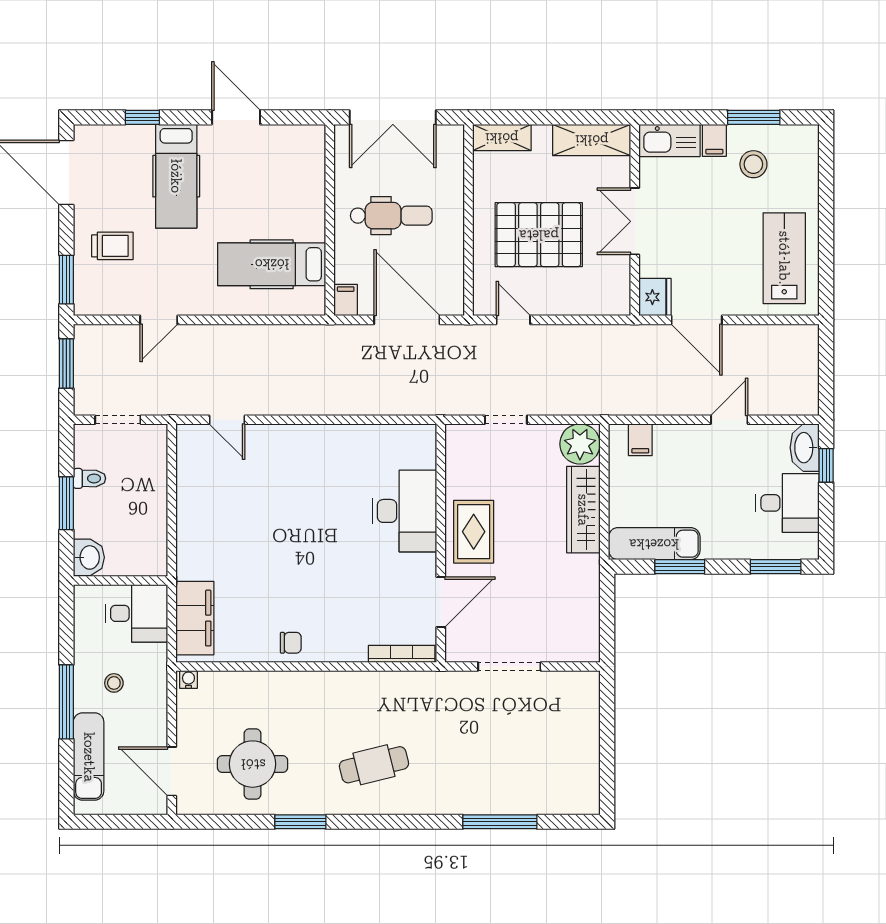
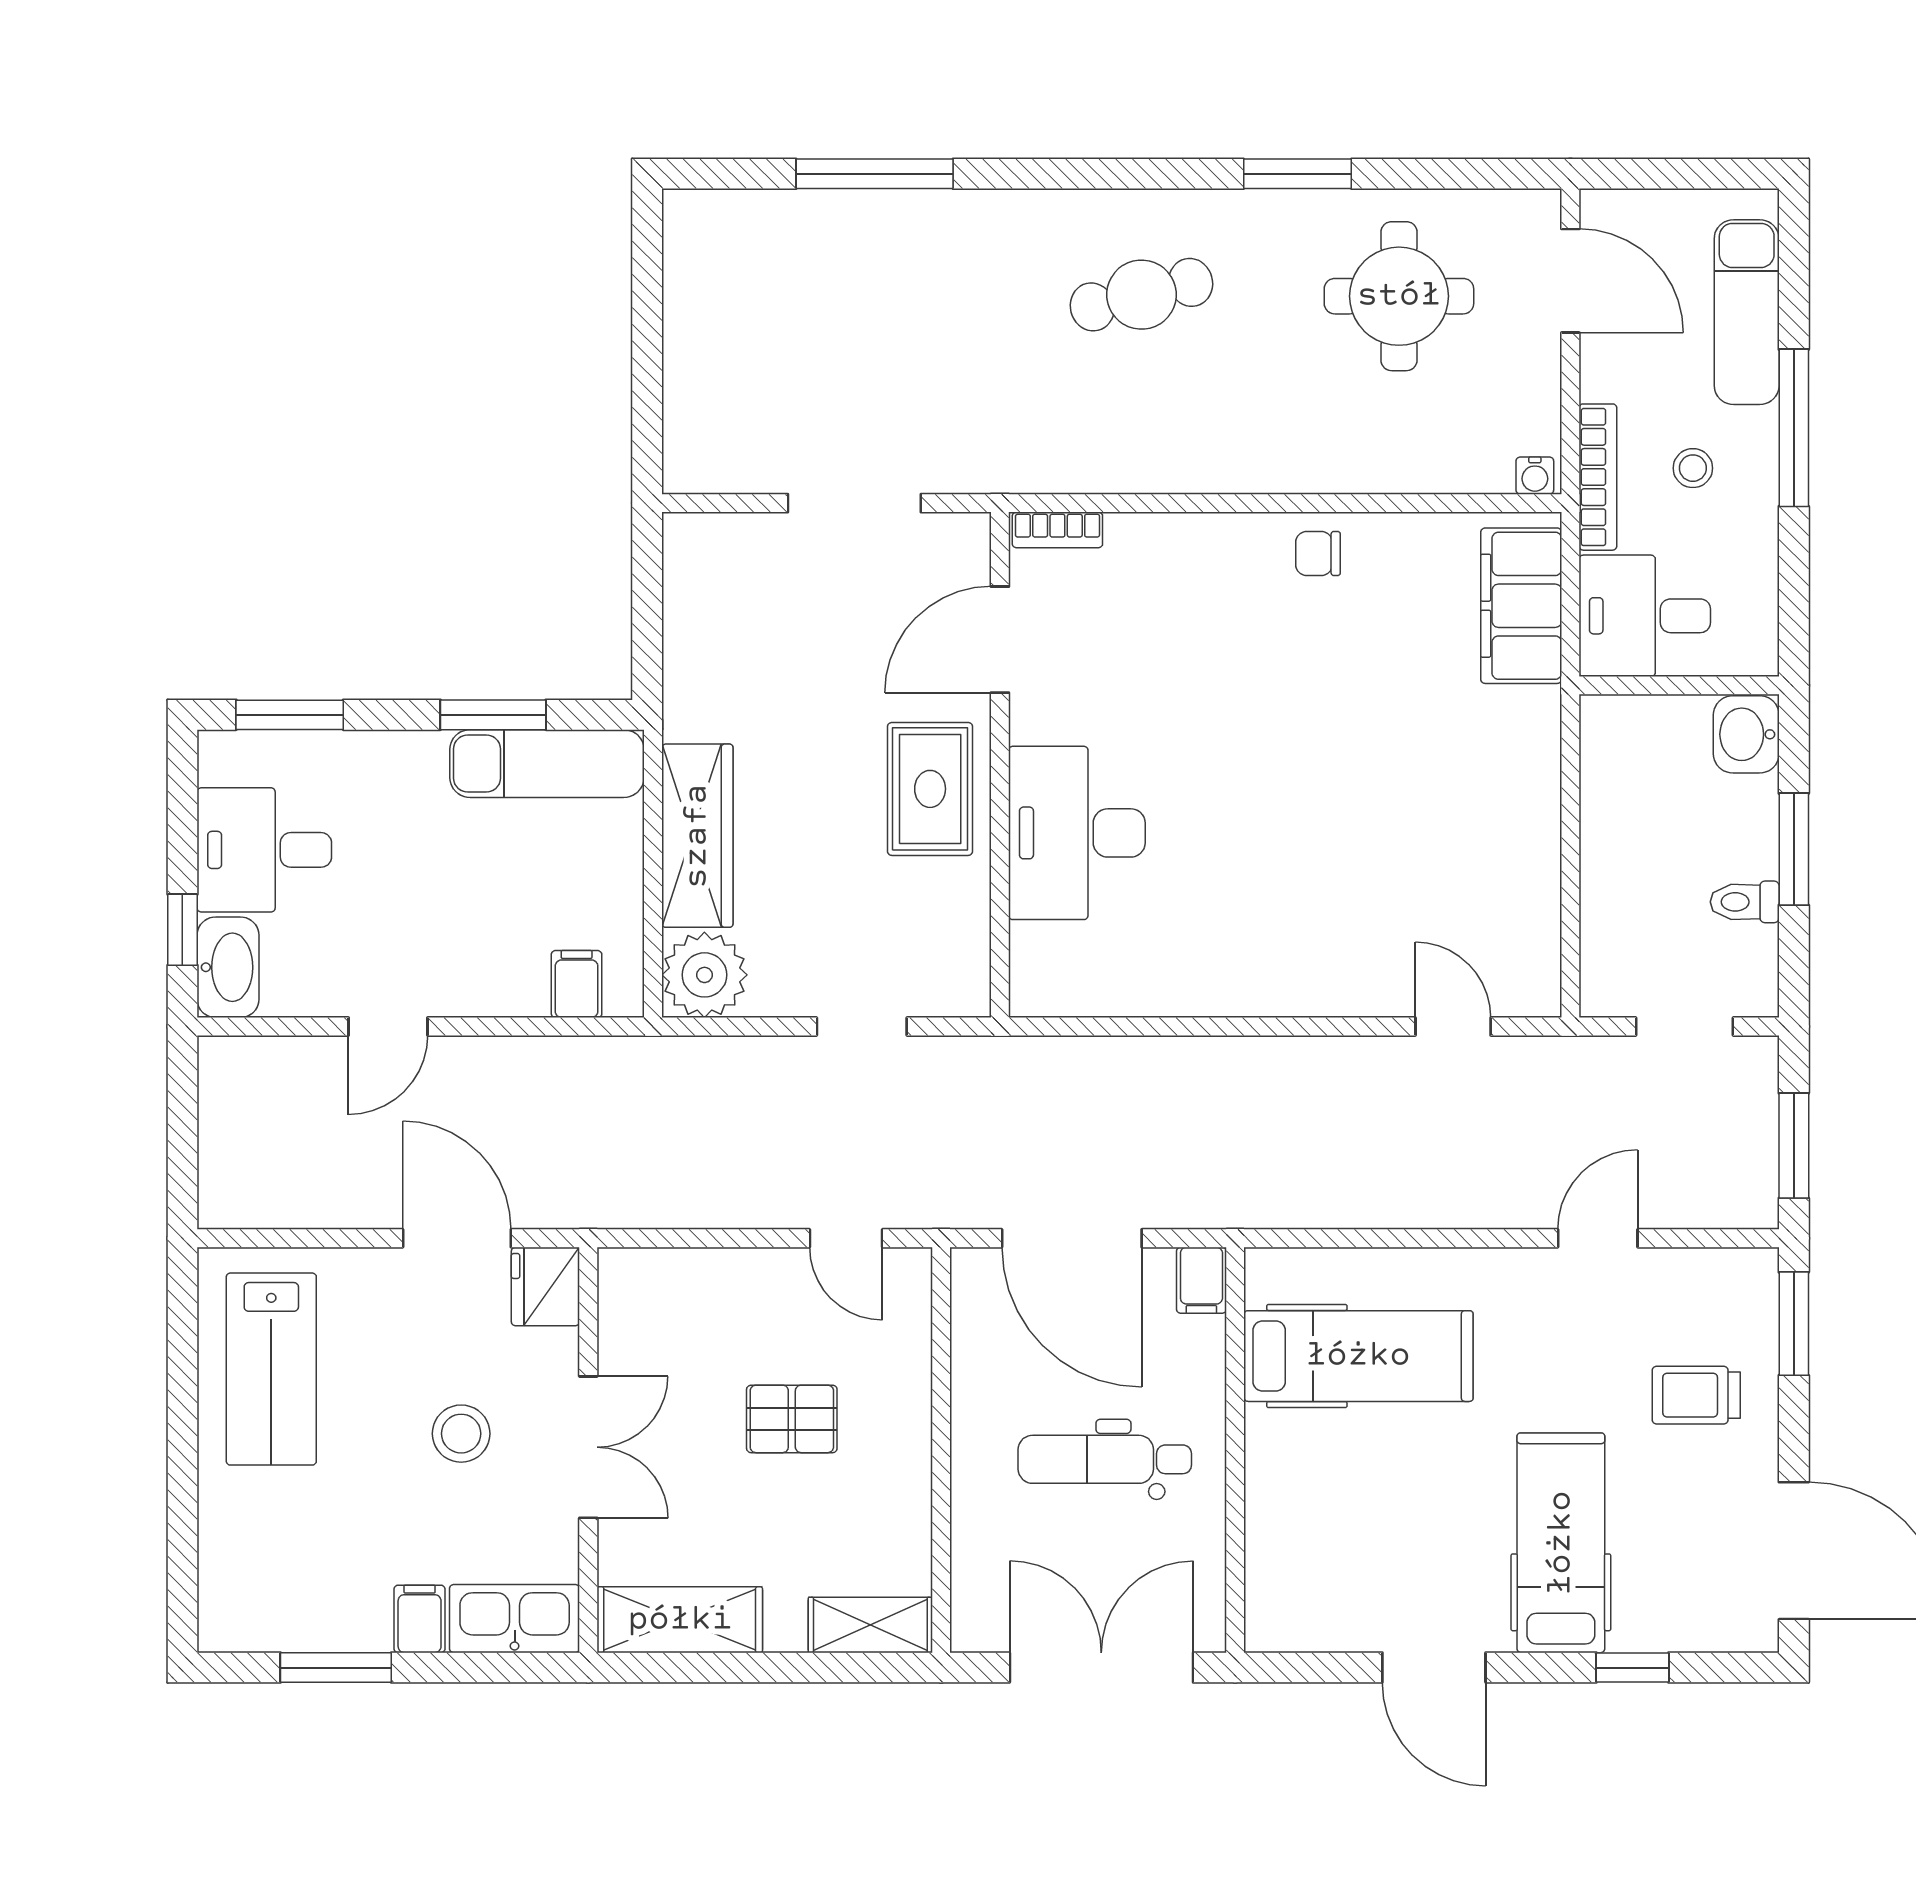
stool: (753, 164) -> (461, 1434), moved
pallet: (539, 235) -> (792, 1419), width x0.49, depth x0.50
bookcase: (402, 654) -> (1057, 530), width x0.64
bookcase: (159, 679) -> (1598, 477), added

